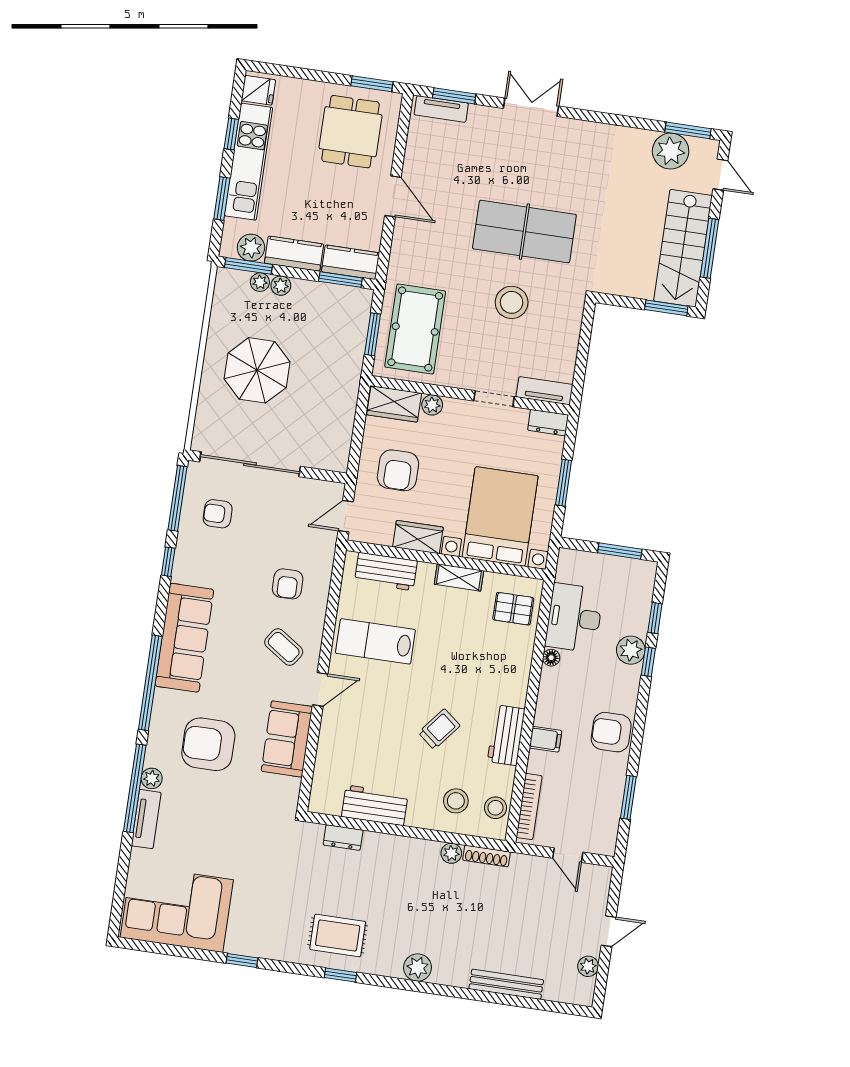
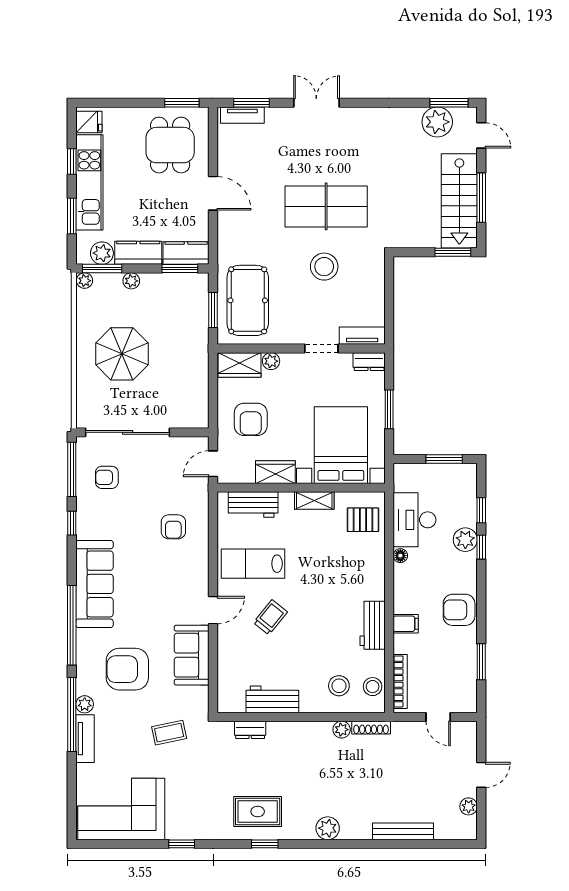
plant: (260, 282) -> (85, 281), moved
coffee table: (284, 647) -> (169, 733), moved, turned -46
trolley: (439, 729) -> (270, 617), moved

